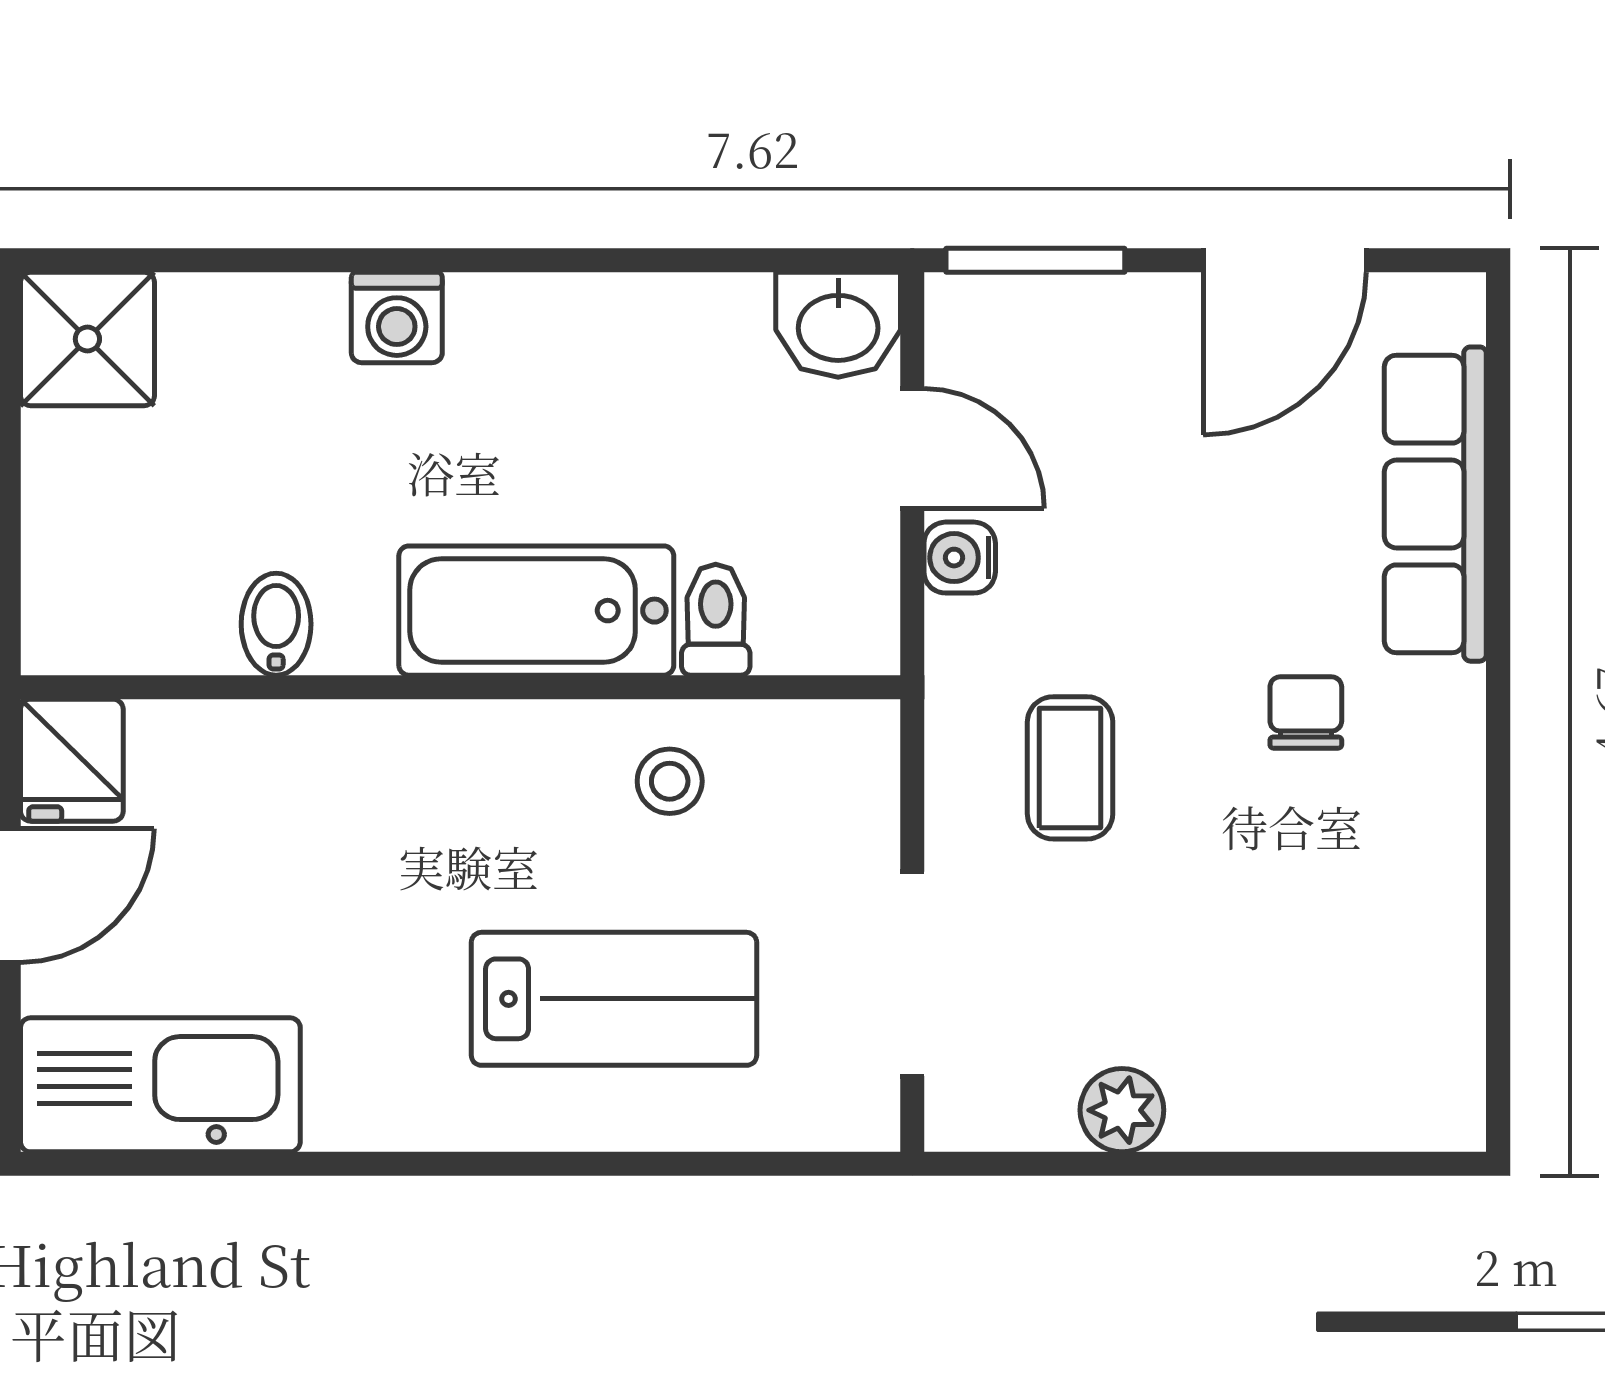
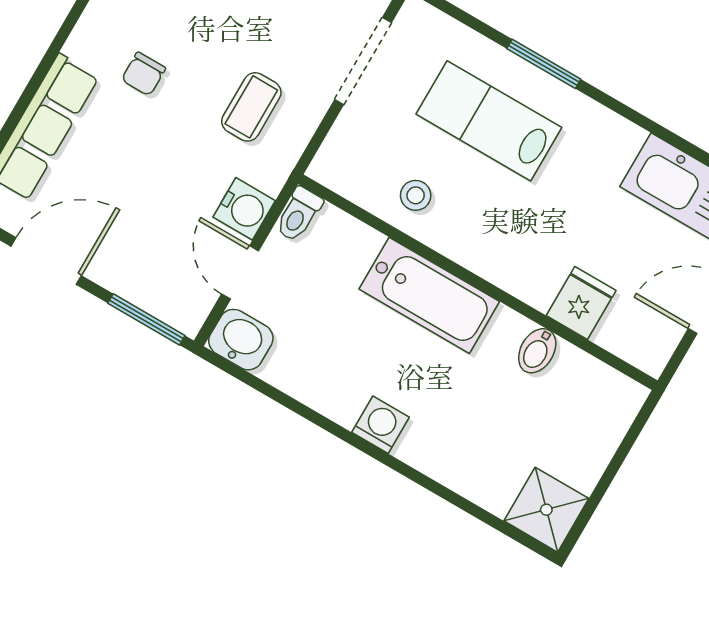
washing machine: (397, 317) -> (380, 425), moved
water cooler: (960, 558) -> (244, 209), width x1.38, depth x1.38
toilet: (716, 620) -> (299, 214), moved
fridge: (72, 760) -> (581, 303), moved
window: (574, 1164) -> (544, 64), added

